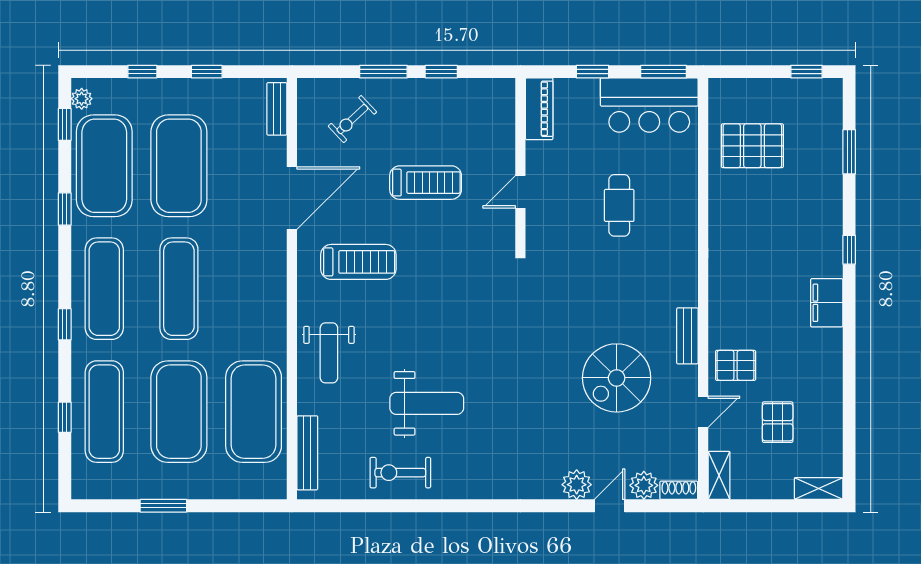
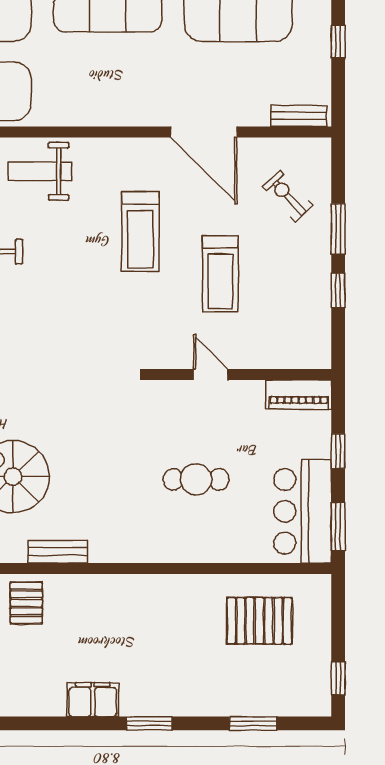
pallet: (752, 146) -> (259, 621), turned 90
window: (849, 250) -> (149, 723), width x1.50
treadmill: (358, 262) -> (140, 232), moved

